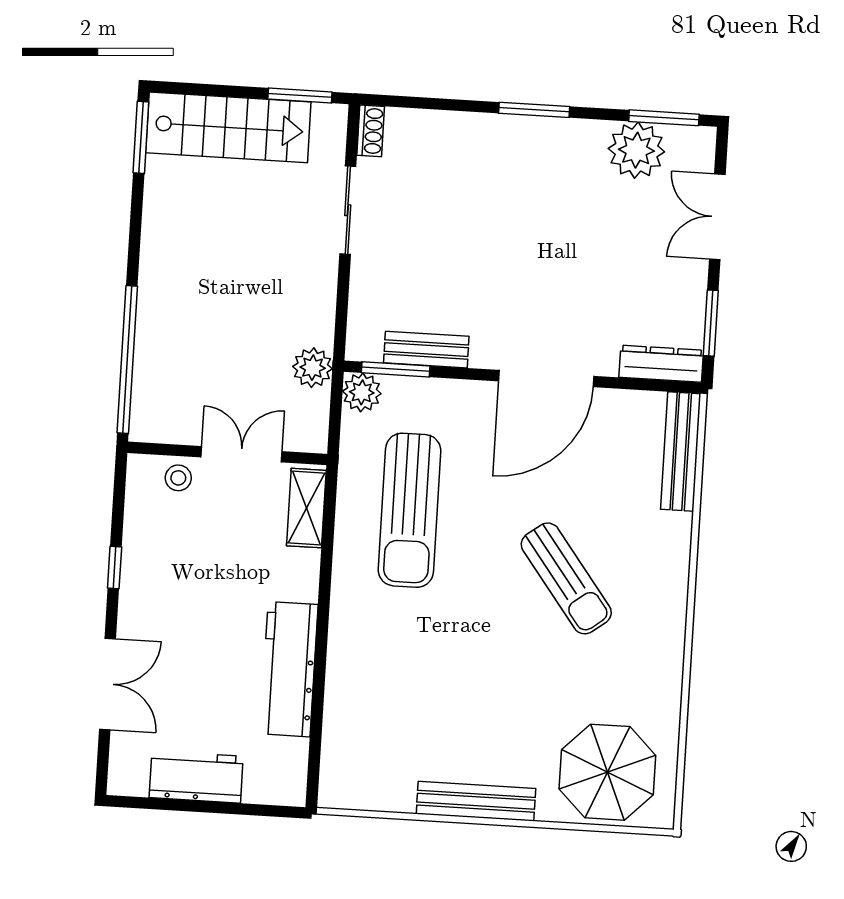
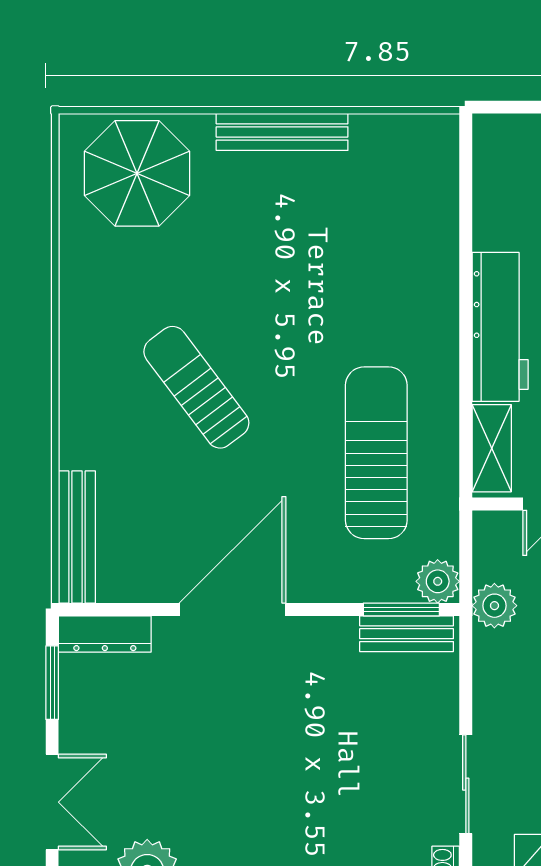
bench: (426, 350) -> (407, 634), moved
workbench: (289, 669) -> (500, 327), moved

